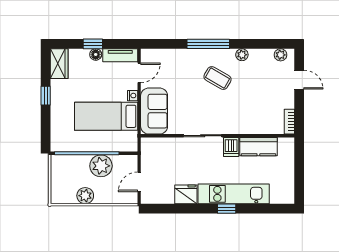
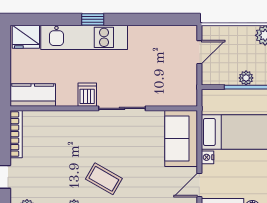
bookcase: (289, 122) -> (16, 134), width x1.56
kitchen counter: (258, 147) -> (33, 95), moved
plant: (101, 166) -> (246, 78), width x0.53, depth x0.53
fridge: (186, 194) -> (26, 37), moved

